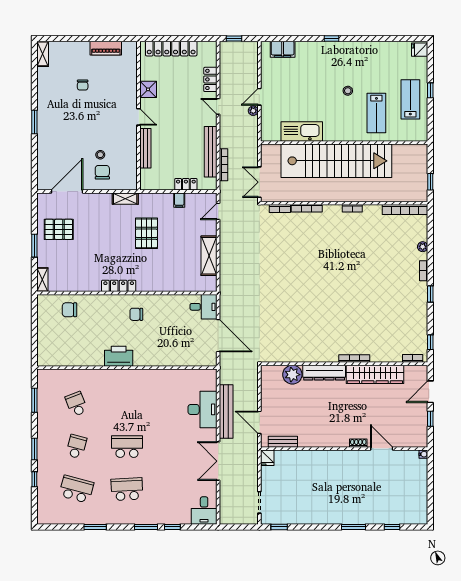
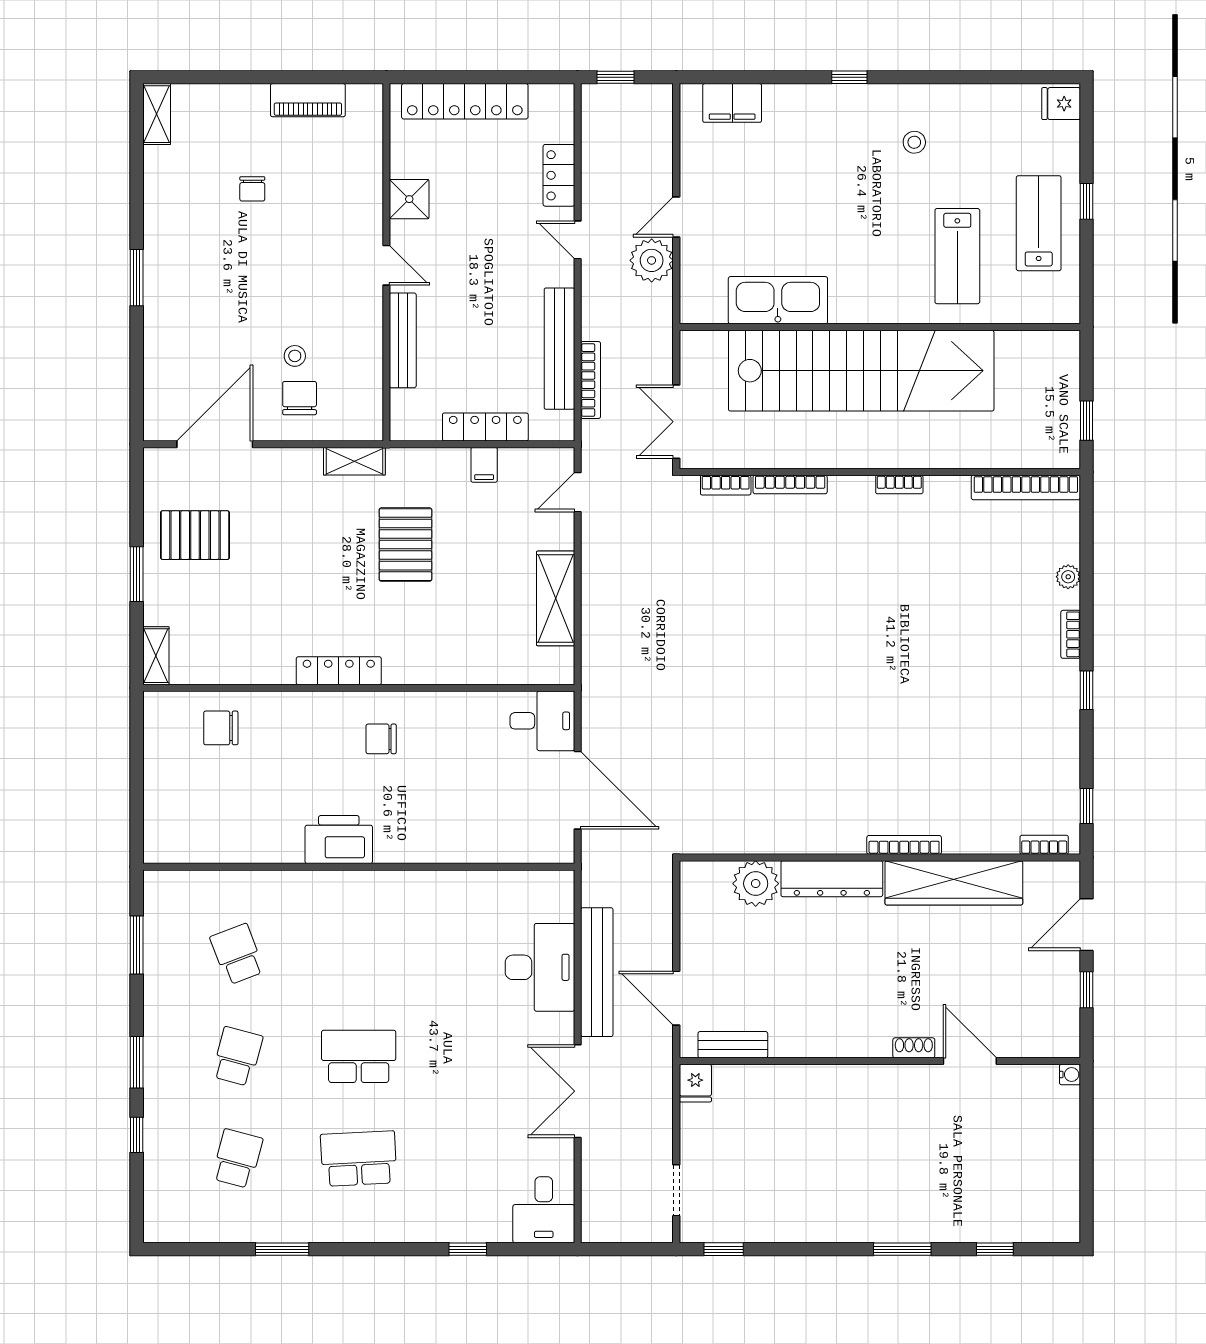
stool: (348, 91) -> (914, 142), moved
plant: (253, 111) -> (652, 260), width x1.88, depth x1.88
locker: (186, 184) -> (485, 427), width x1.53
school desk: (76, 489) -> (237, 1159), width x0.54
window: (146, 527) -> (404, 1249), removed

